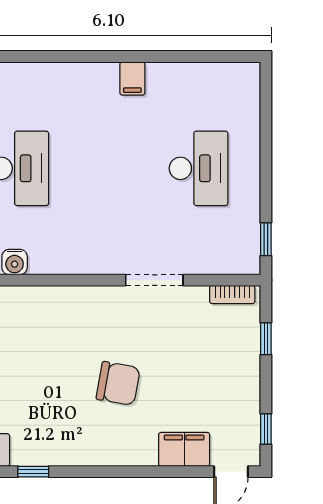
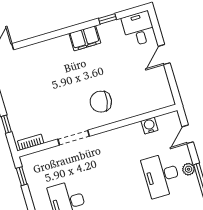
chair: (118, 383) -> (101, 102), moved
filing cabinet: (184, 449) -> (85, 38), moved

